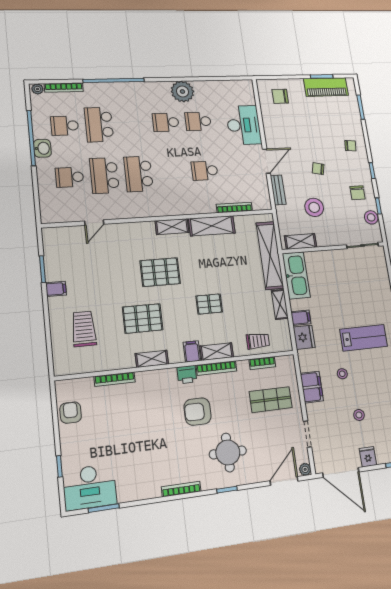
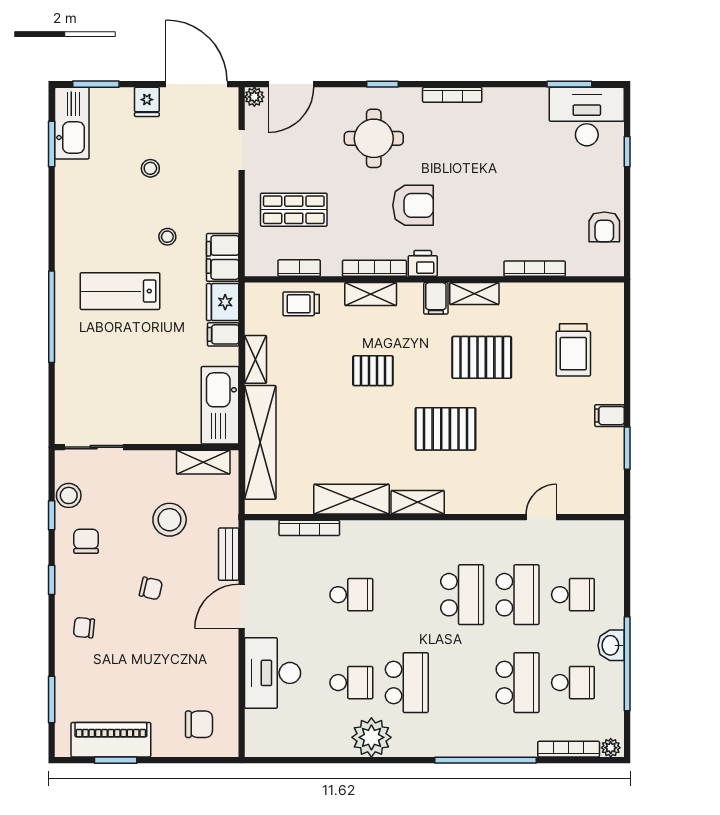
school desk: (166, 122) -> (407, 683), width x1.85
filing cabinet: (192, 351) -> (436, 298), moved
filing cabinet: (312, 387) -> (223, 257), moved

